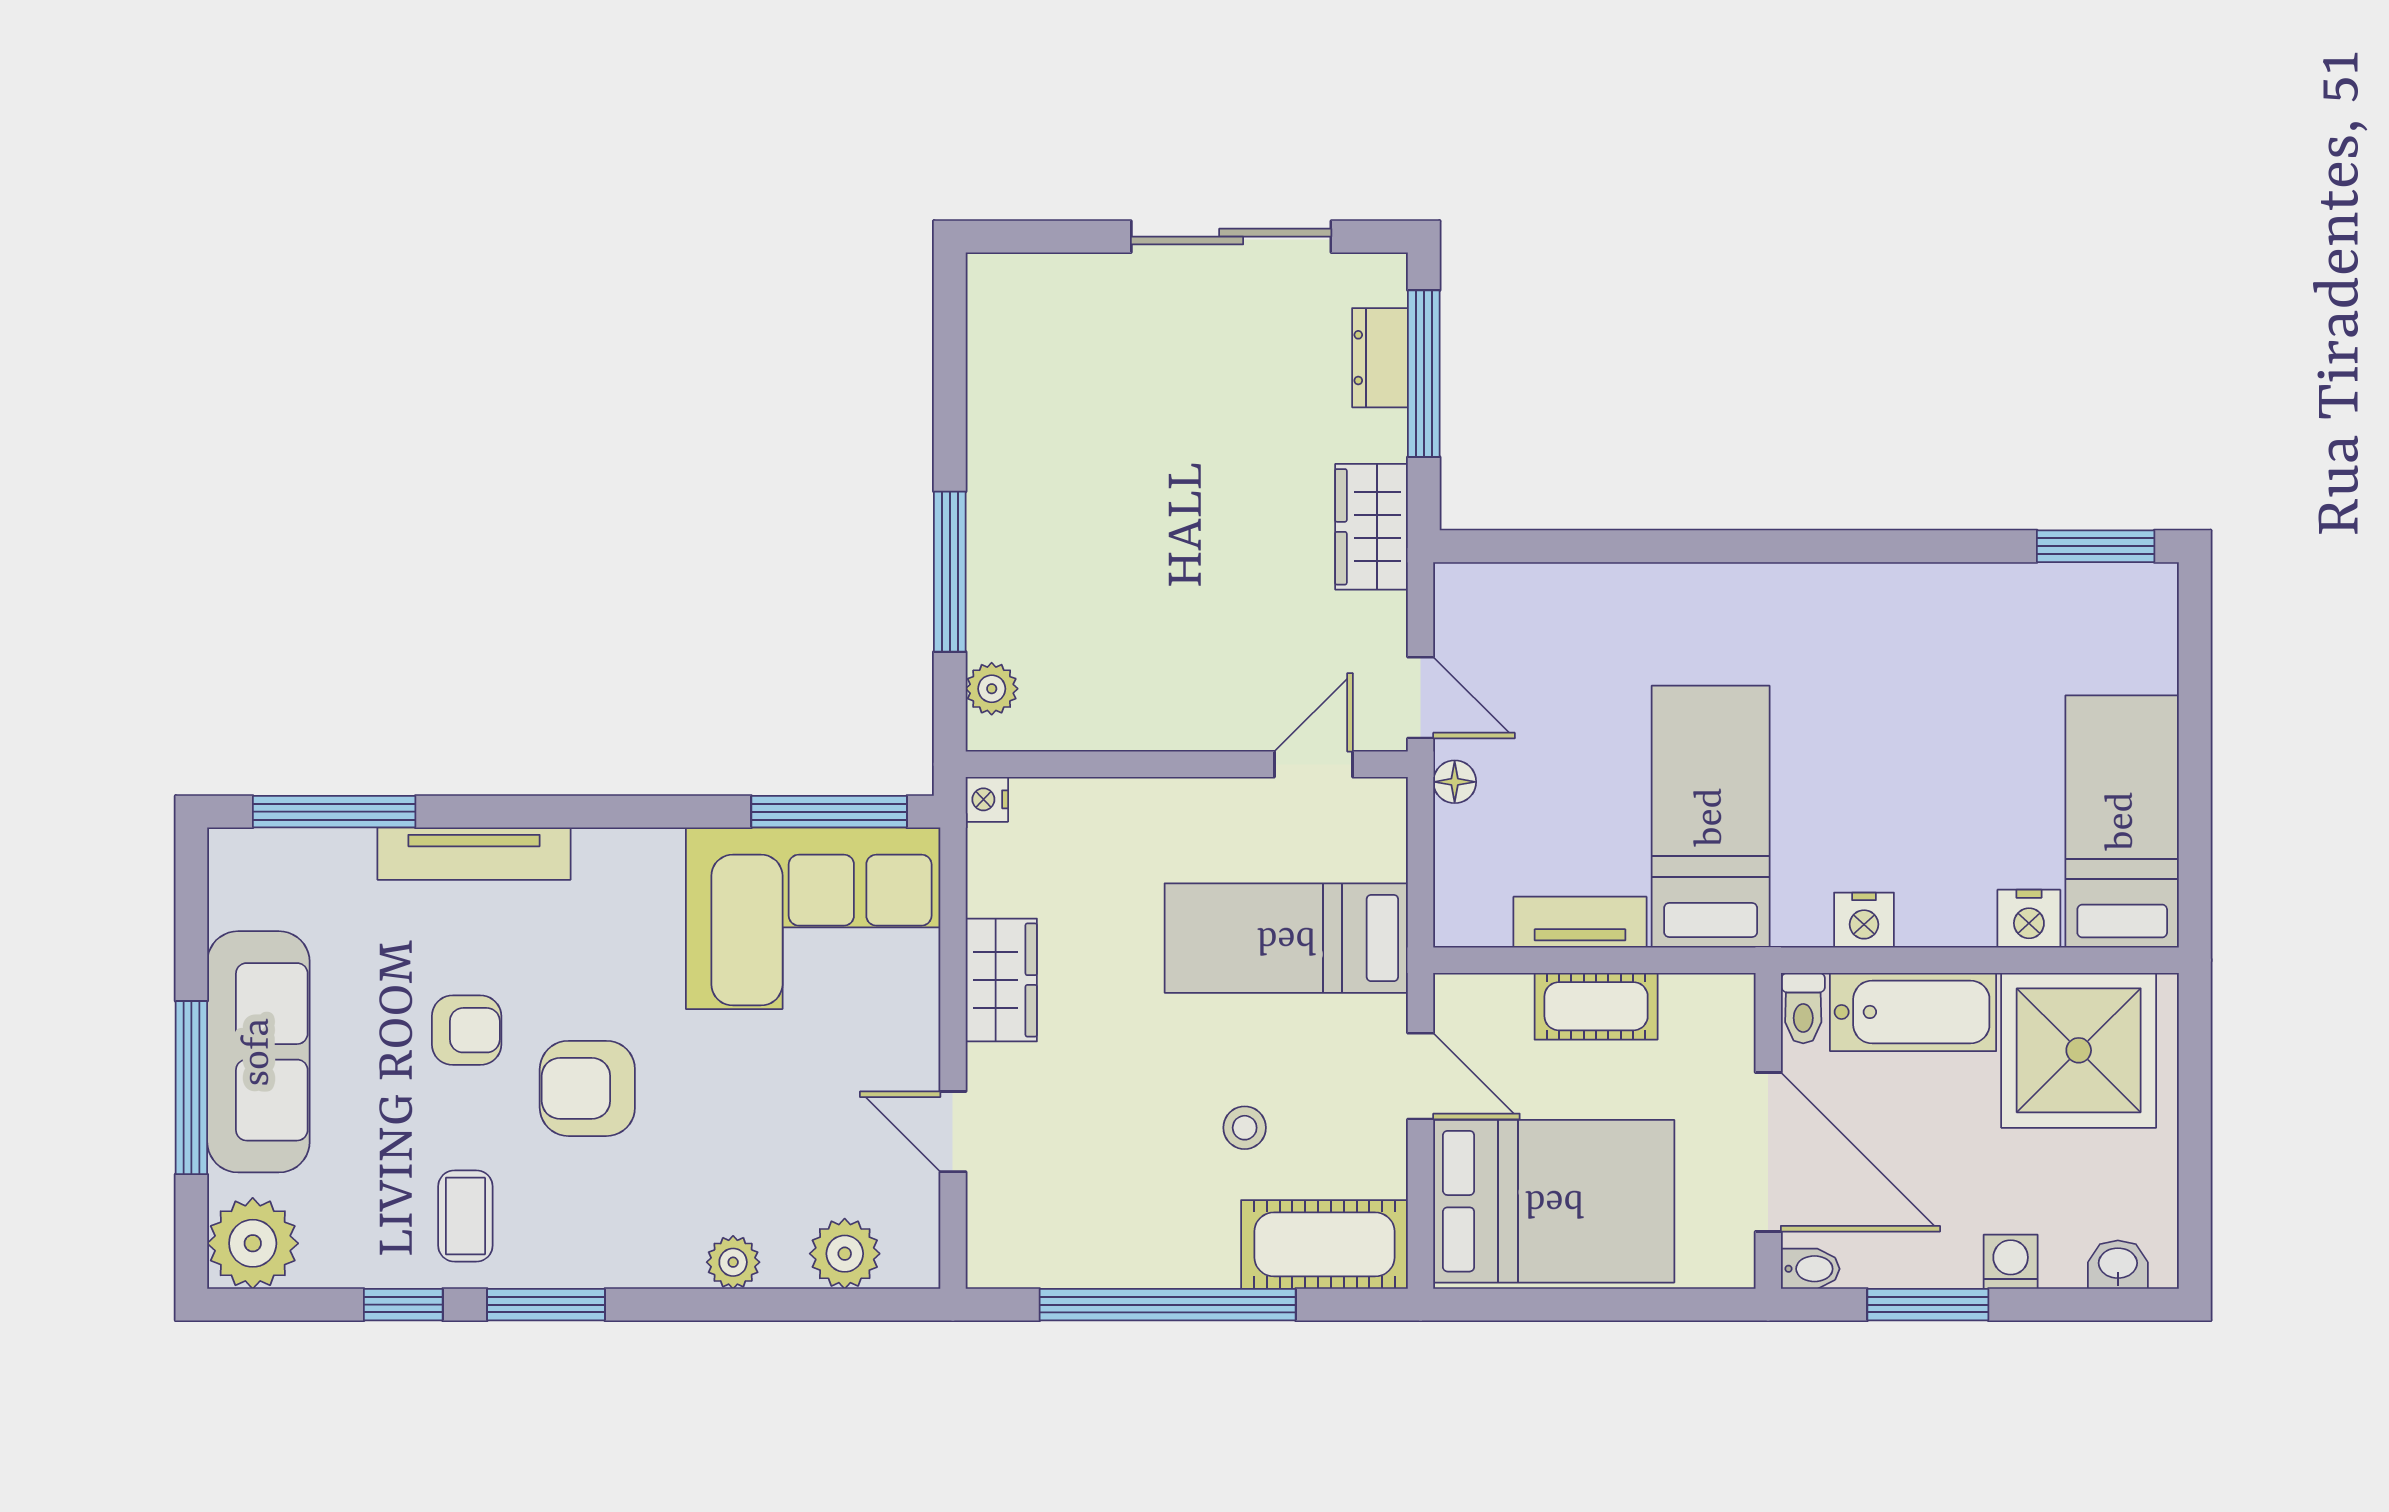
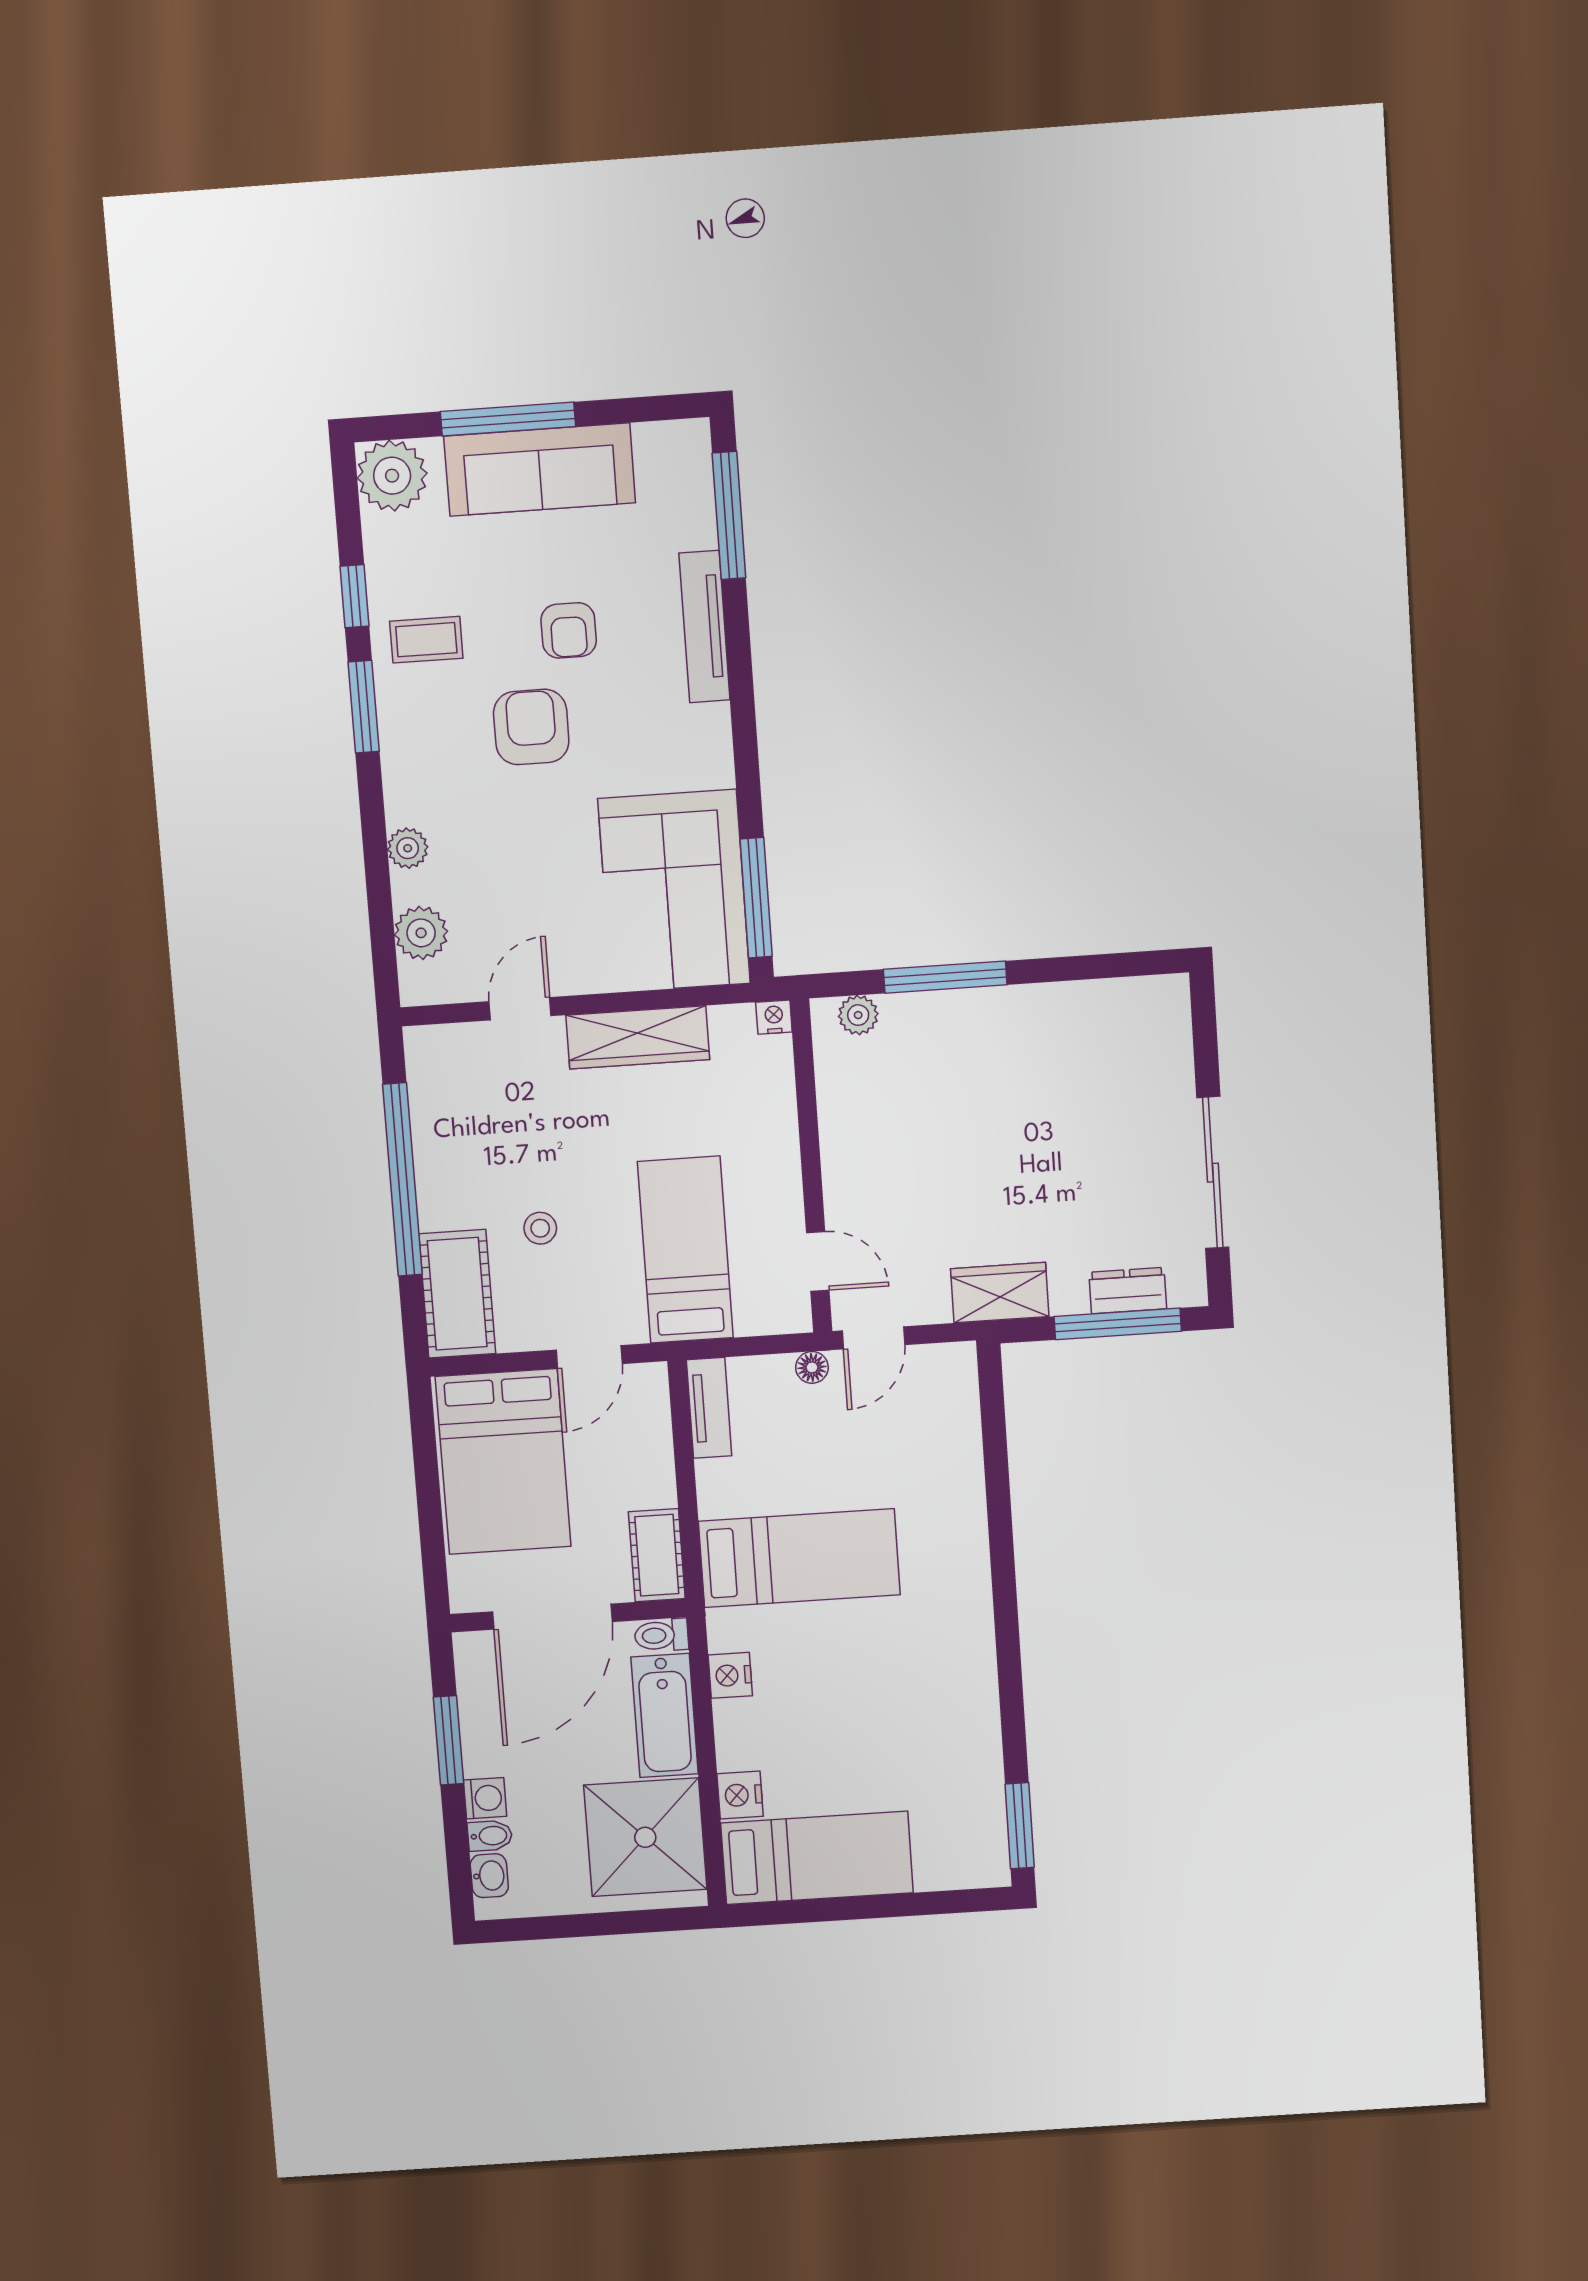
tv unit: (1580, 922) -> (709, 1408), moved
wardrobe: (1001, 980) -> (638, 1037), width x1.50
cot: (1596, 1006) -> (657, 1555), moved
bidet: (1810, 1269) -> (490, 1836), moved, turned -90

